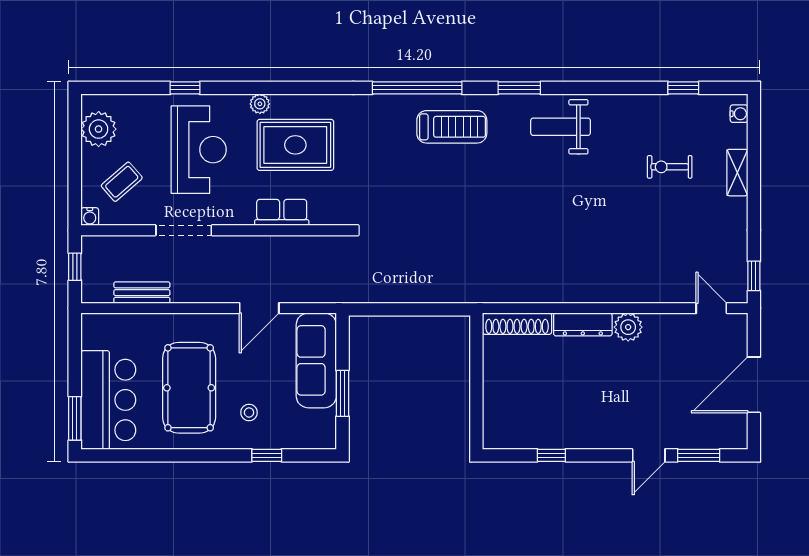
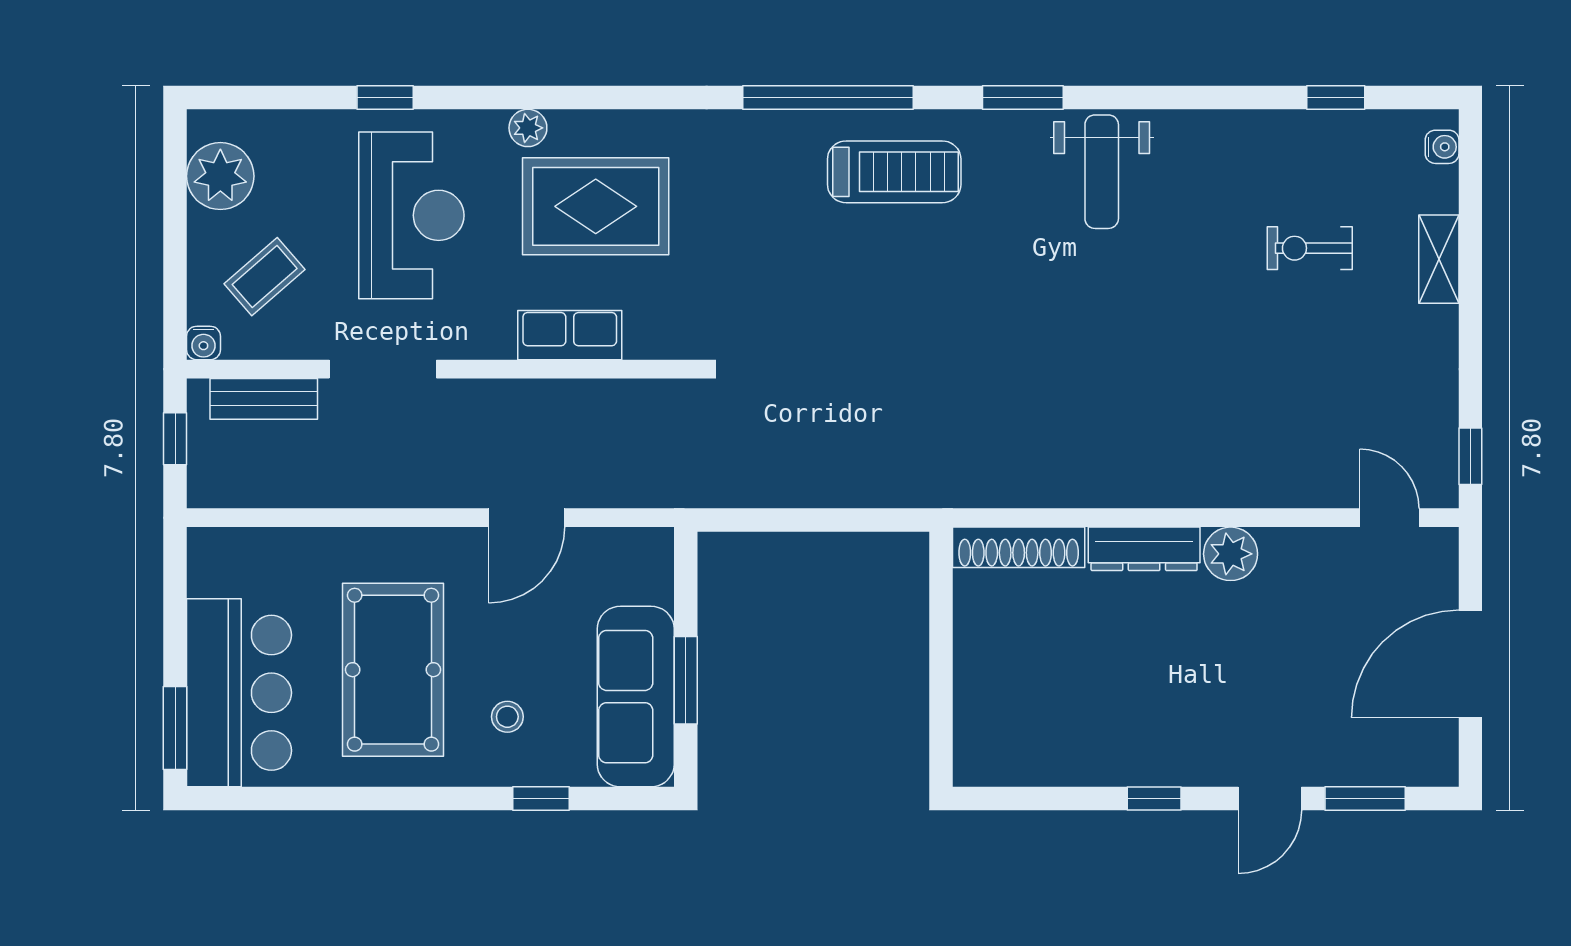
weight bench: (561, 127) -> (1102, 172), turned -90
bench: (142, 293) -> (264, 399), moved
sofa: (316, 360) -> (636, 697), moved
window: (551, 455) -> (1154, 799), moved

